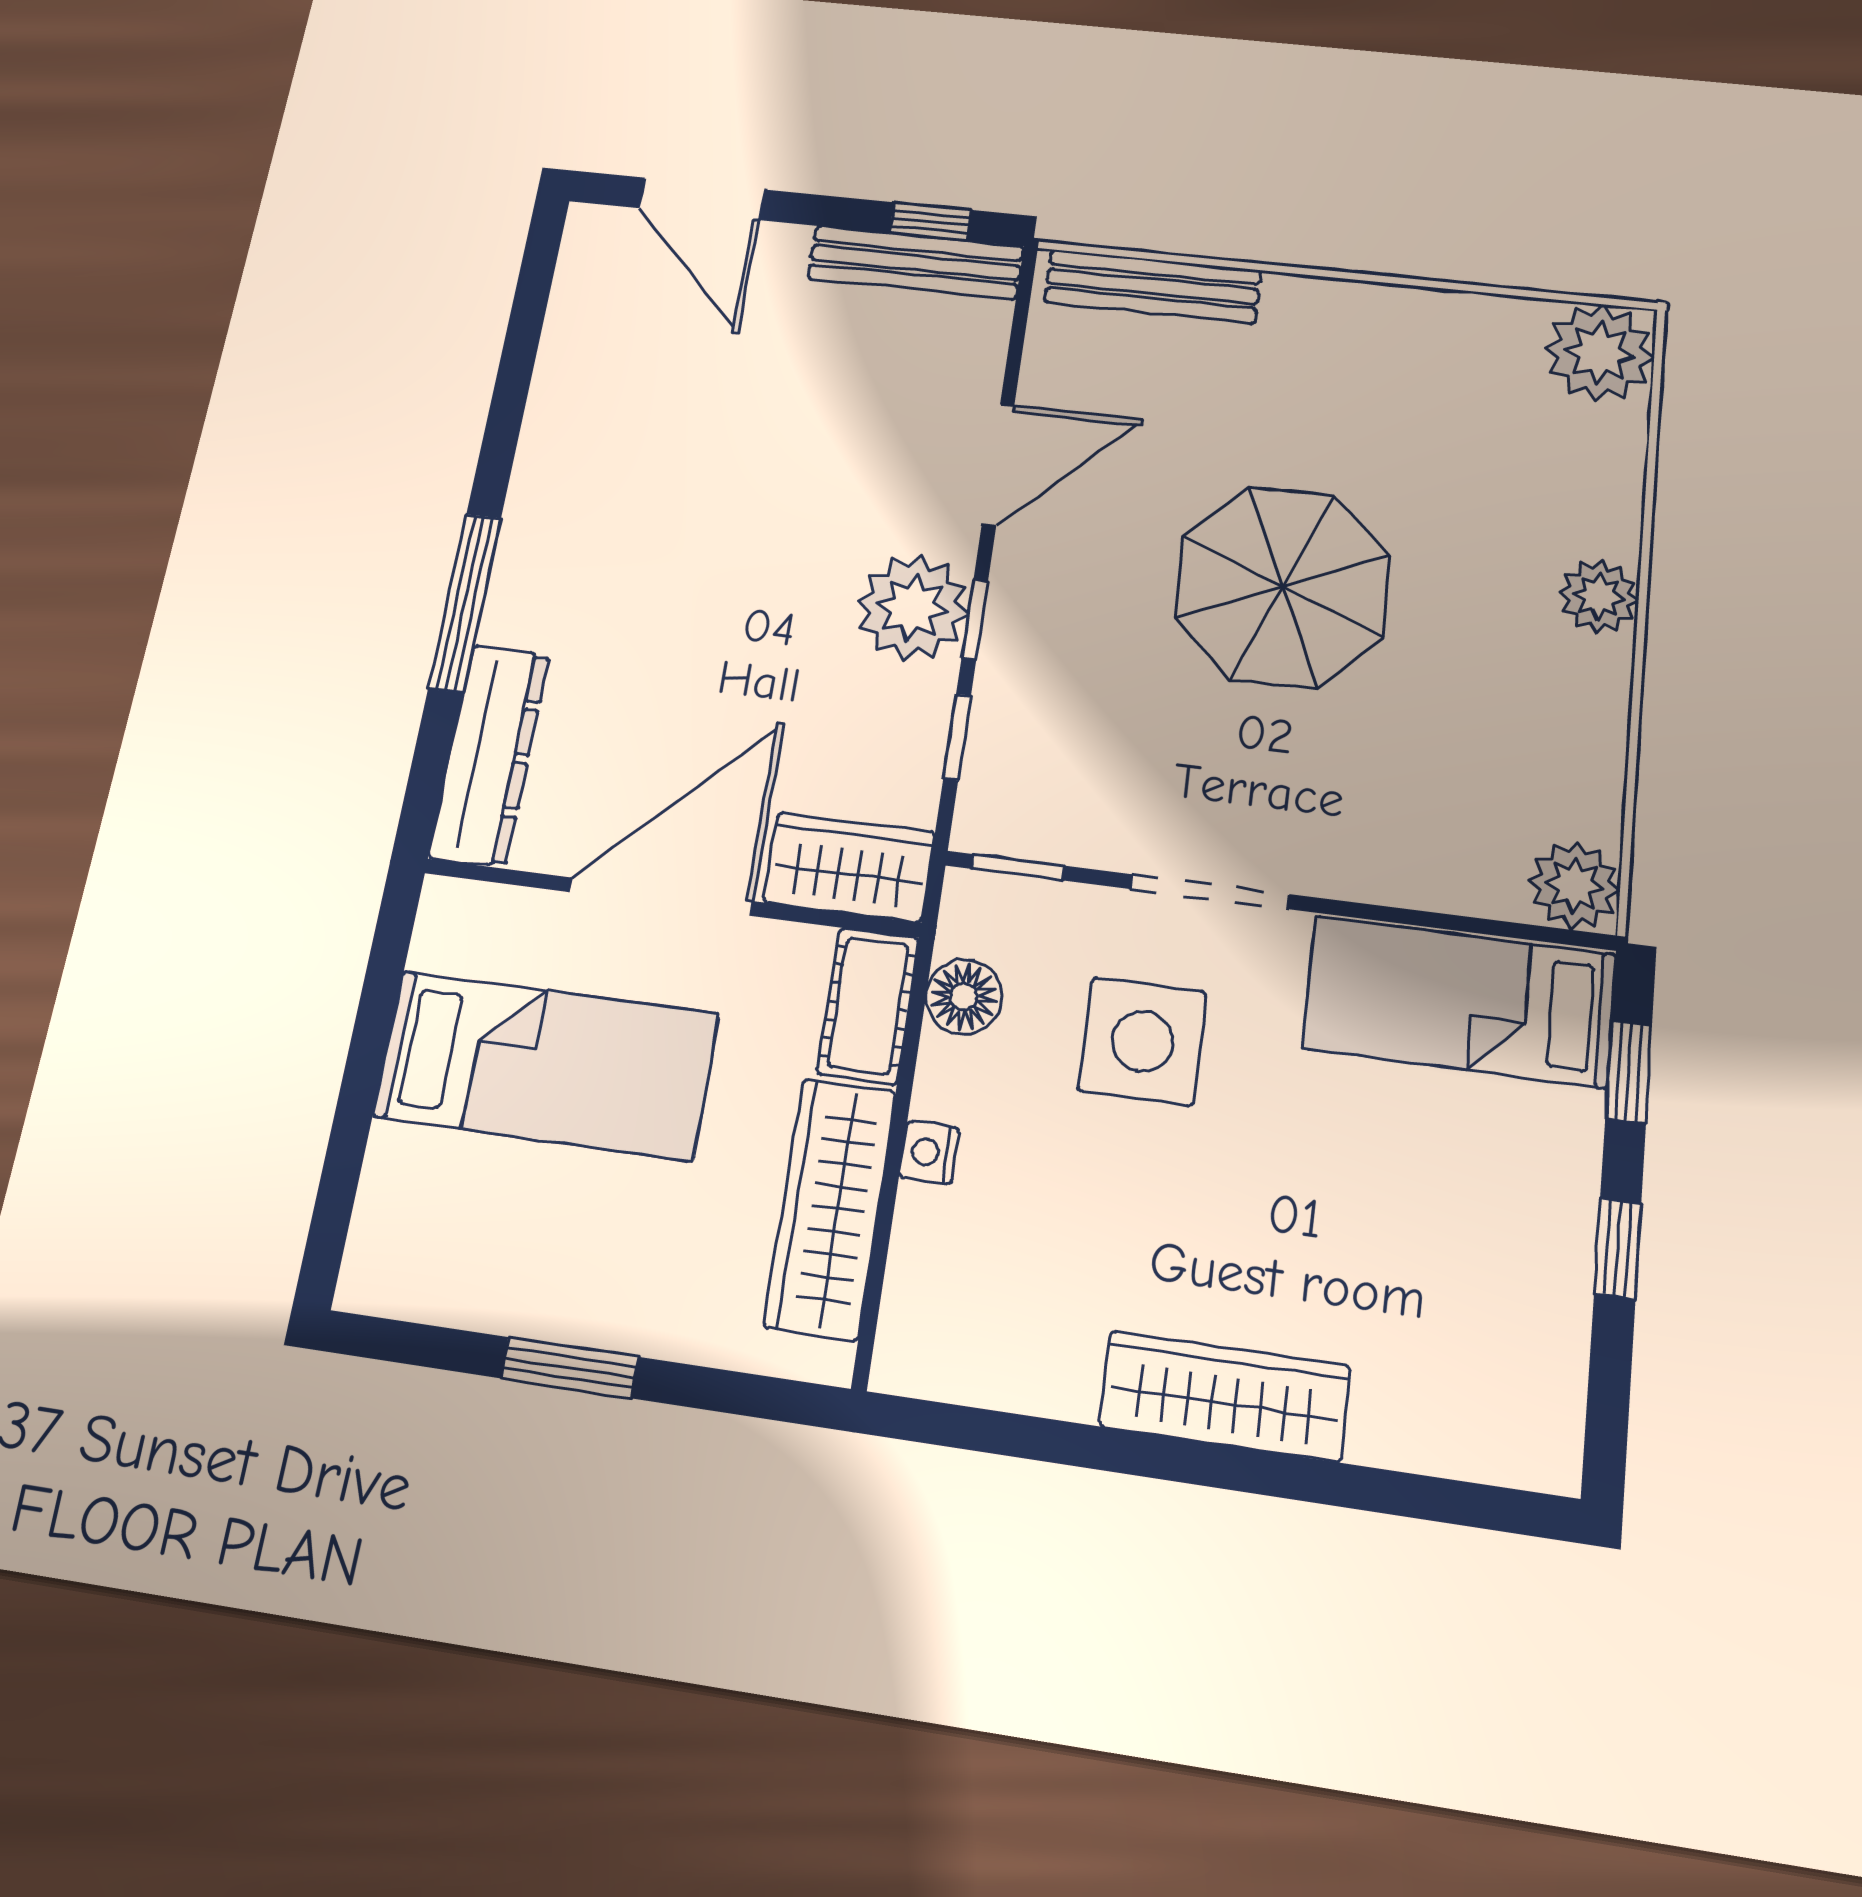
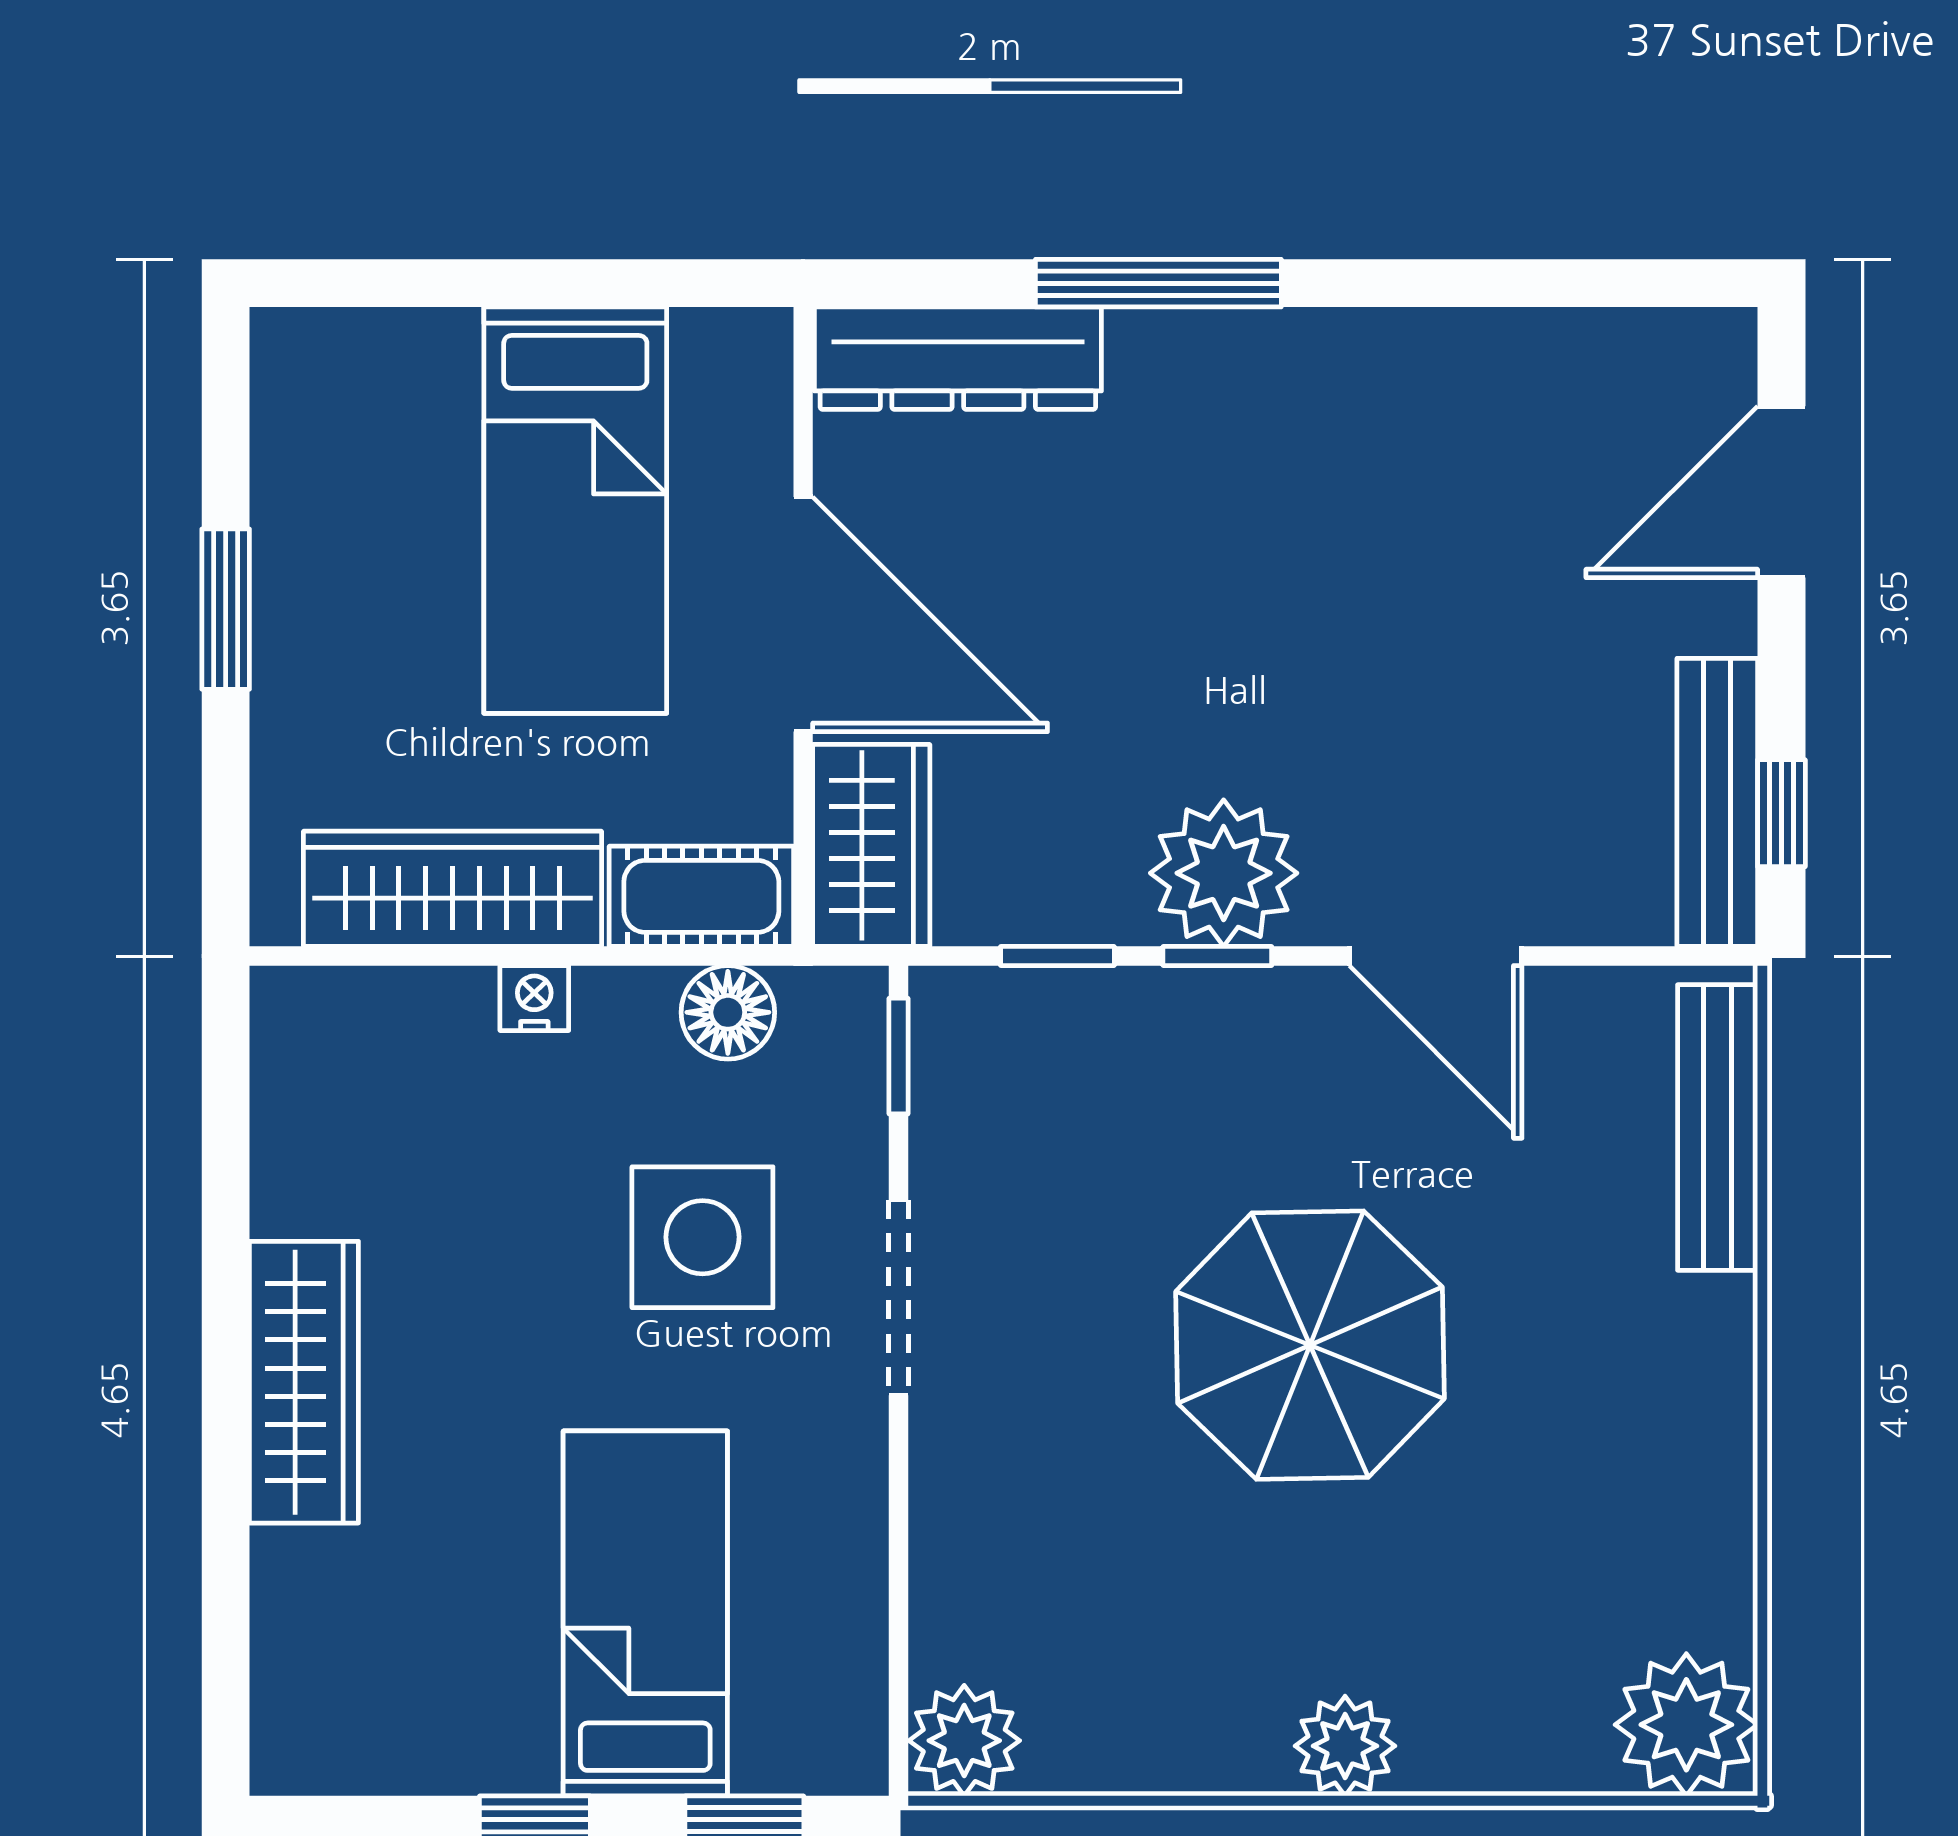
bed: (1460, 1001) -> (645, 1613), moved

